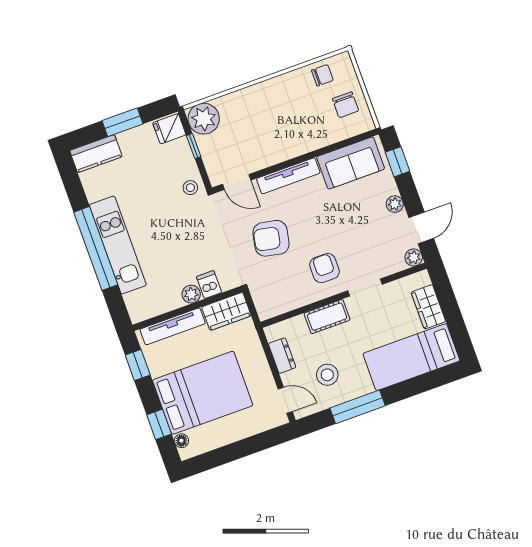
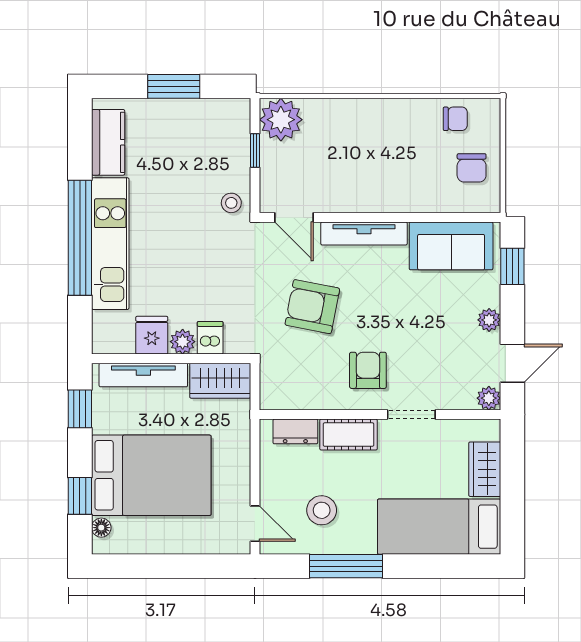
fridge: (169, 129) -> (152, 335), moved, turned 90
kitchen counter: (96, 154) -> (108, 142), moved, turned -90
dresser: (282, 356) -> (295, 431), moved, turned 90

